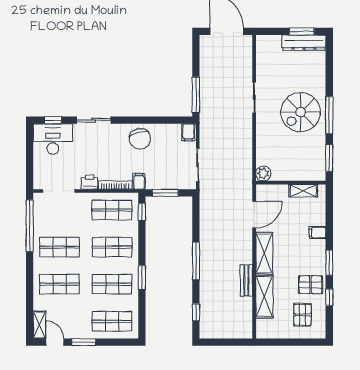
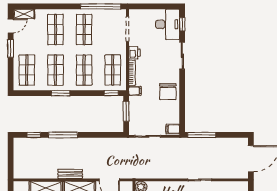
chair: (140, 139) -> (168, 92), turned -77
window: (196, 261) -> (63, 135), moved
bench: (246, 280) -> (70, 174), moved

